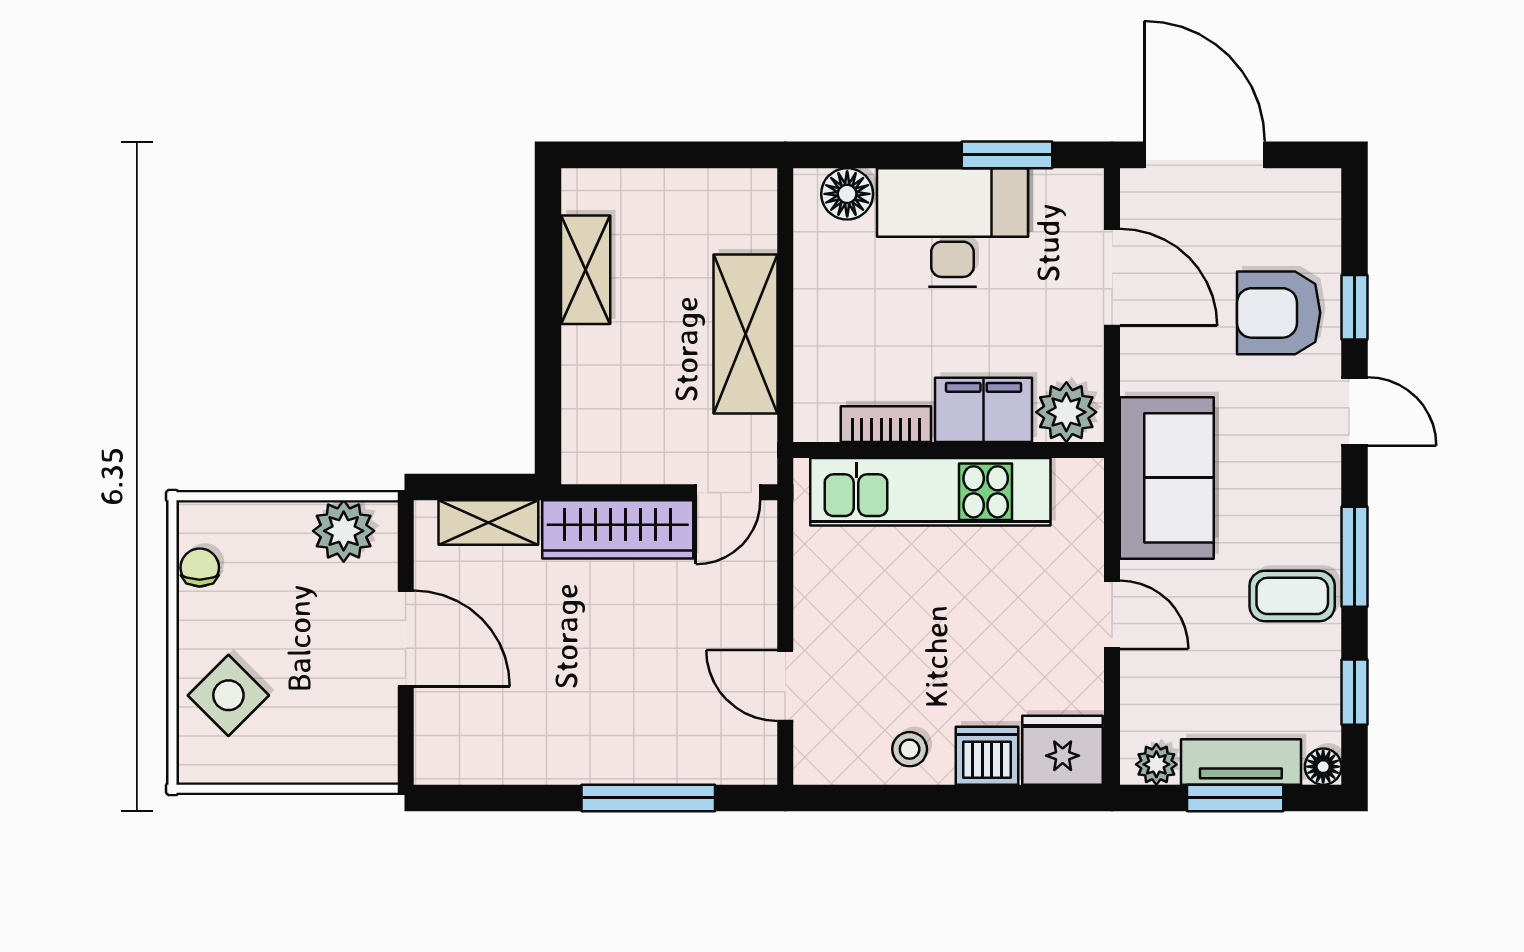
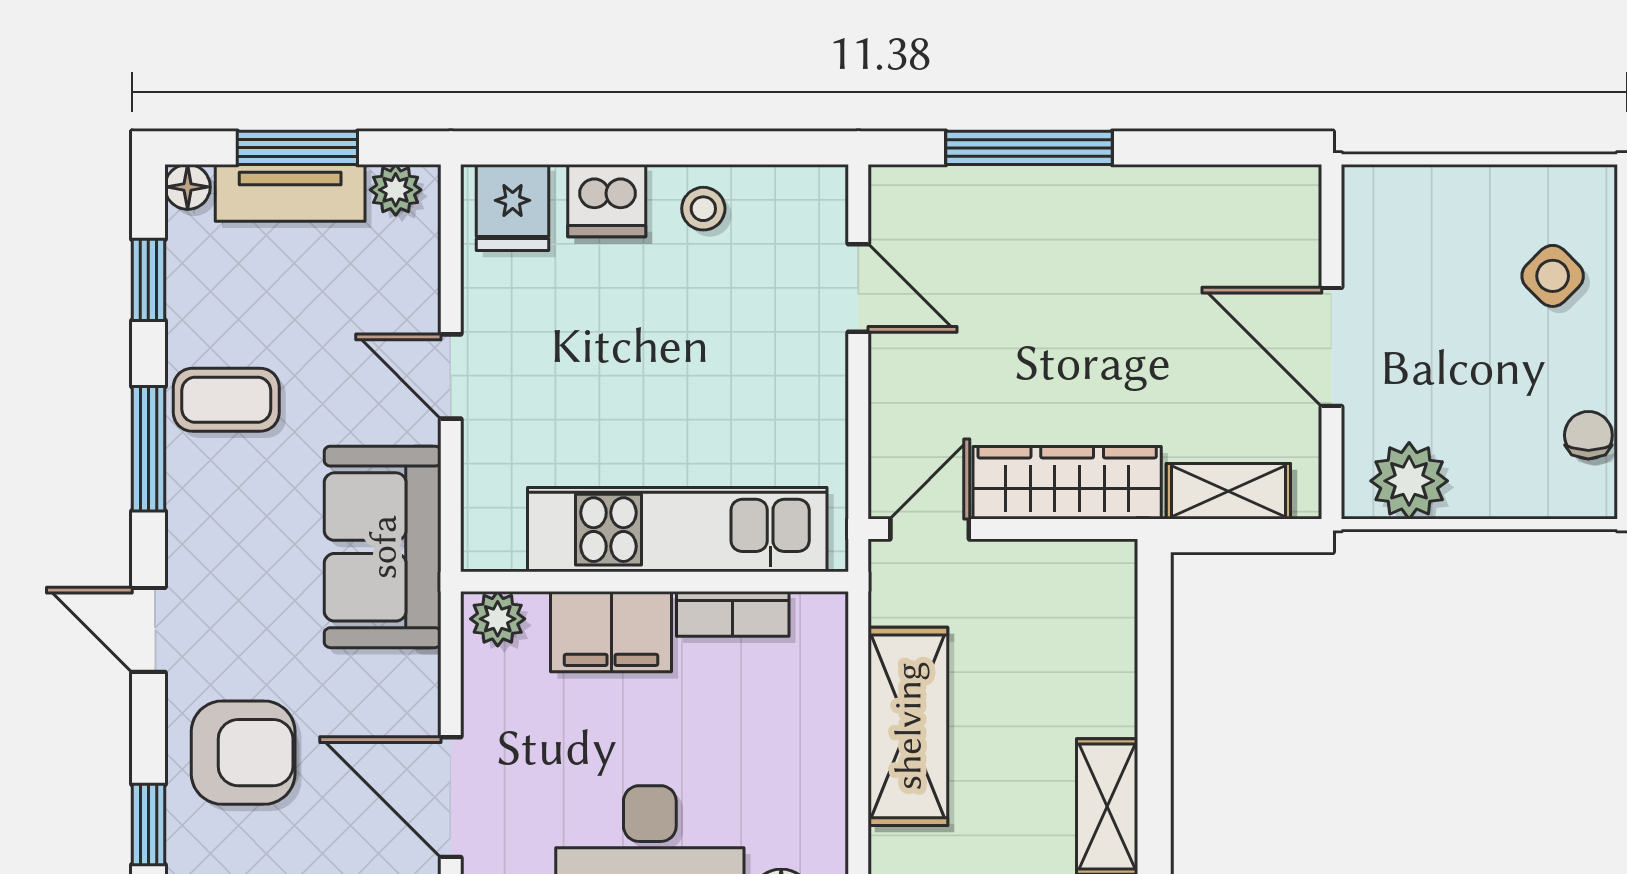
window: (1355, 307) -> (148, 825), moved
plant: (1066, 412) -> (498, 619), width x0.73, depth x0.73
chair: (200, 567) -> (1588, 435), turned 180
side table: (228, 695) -> (1553, 276), width x0.73, depth x0.73
fridge: (1063, 750) -> (513, 207), width x0.72

